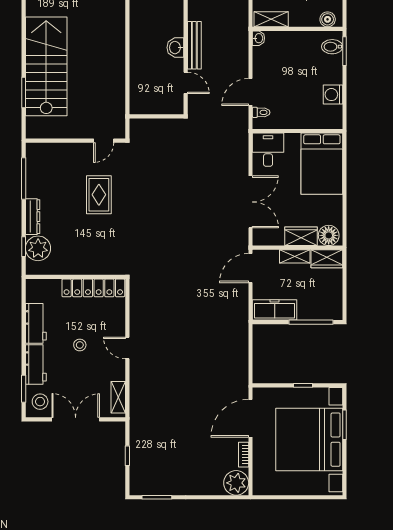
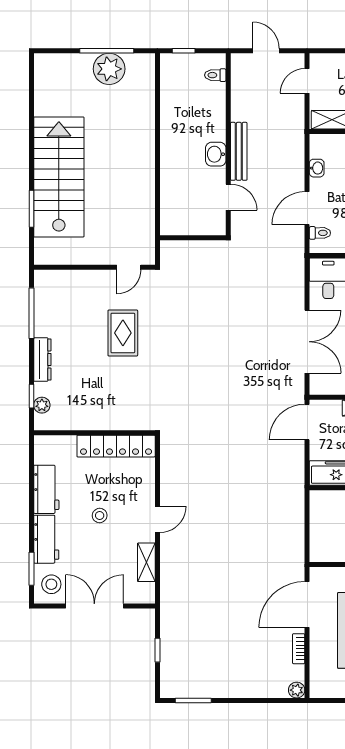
washbasin: (258, 38) -> (317, 168), moved
plant: (38, 248) -> (42, 405), width x0.53, depth x0.53
door: (127, 348) -> (157, 519), swing flipped
shelving: (118, 397) -> (146, 562), moved
plant: (236, 483) -> (297, 690), width x0.53, depth x0.53

